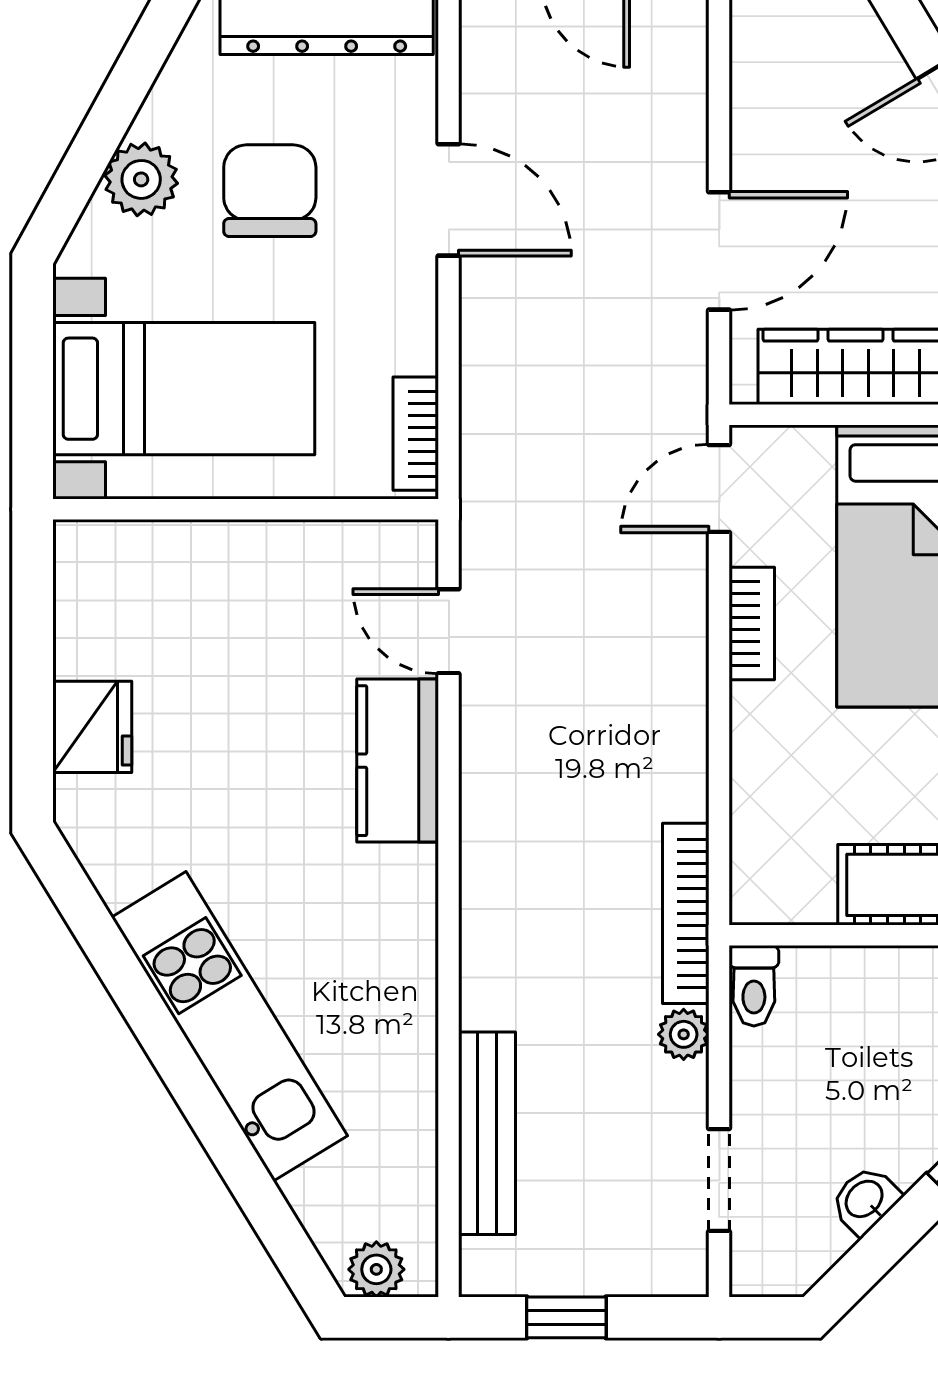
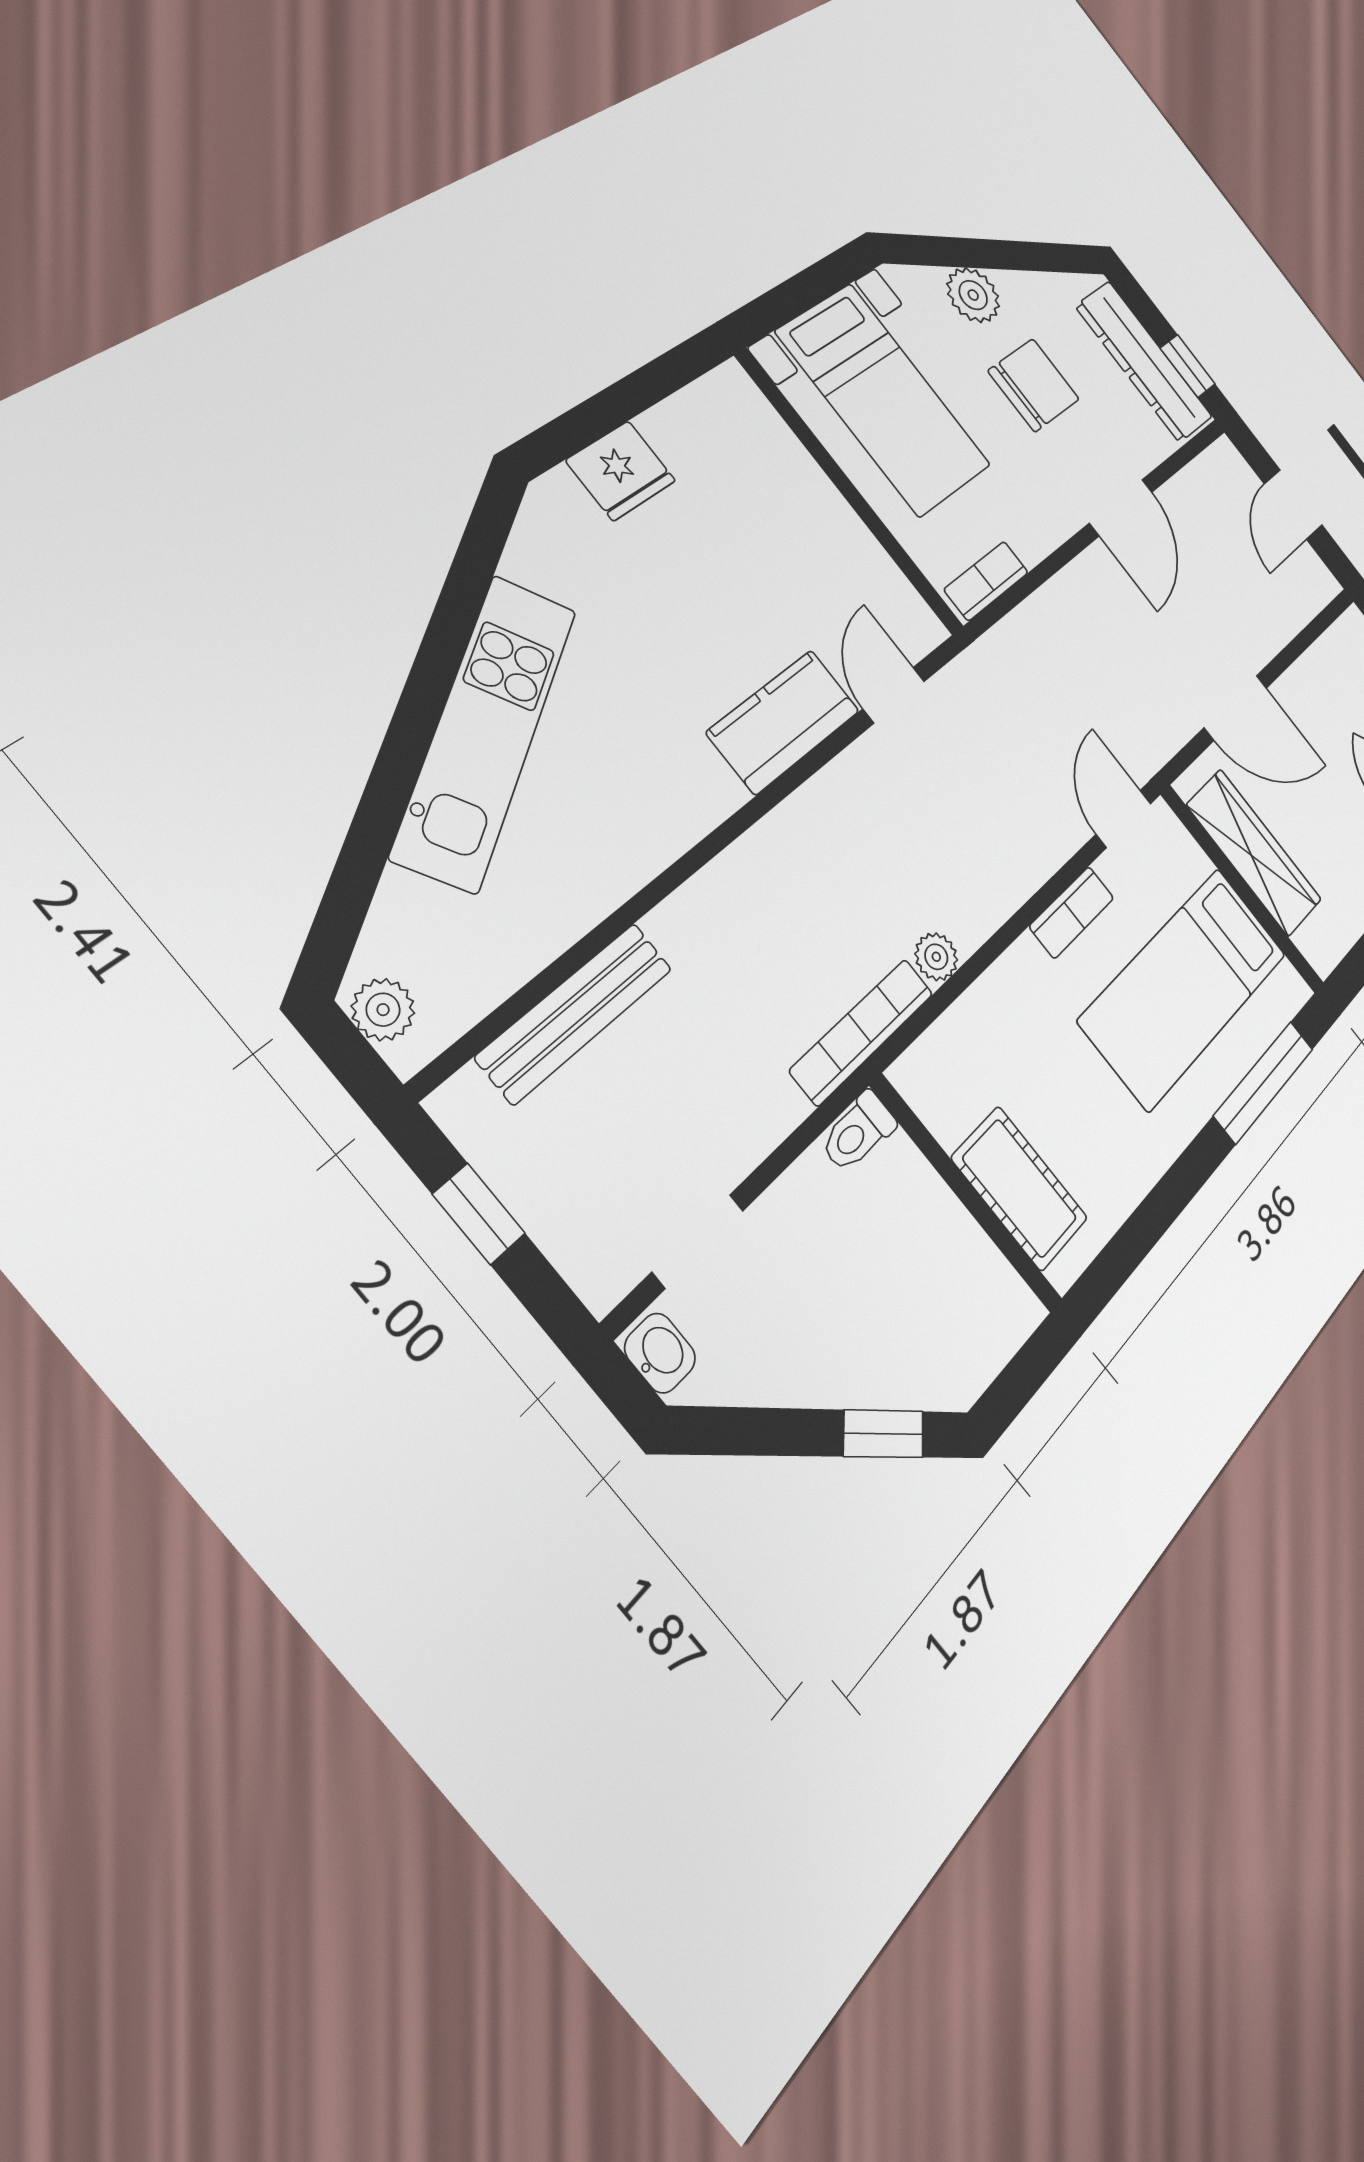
door: (719, 488) -> (1124, 819), hinge flipped
plant: (684, 1034) -> (936, 957), moved
washbasin: (865, 1200) -> (660, 1353), moved, turned 45

